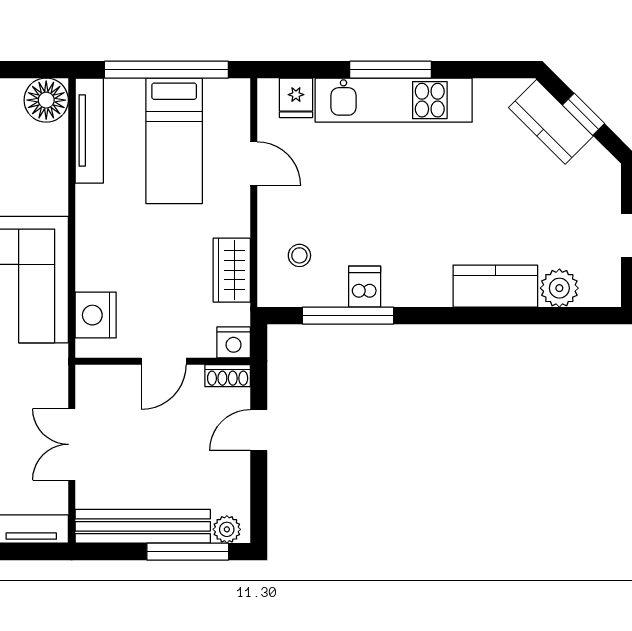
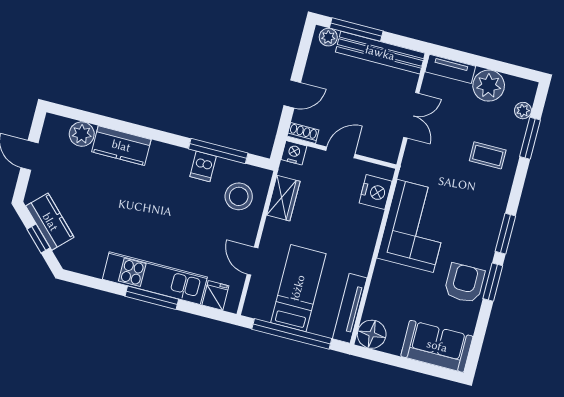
kitchen counter: (551, 122) -> (50, 222), moved
stool: (299, 255) -> (239, 196), width x1.89, depth x1.89

